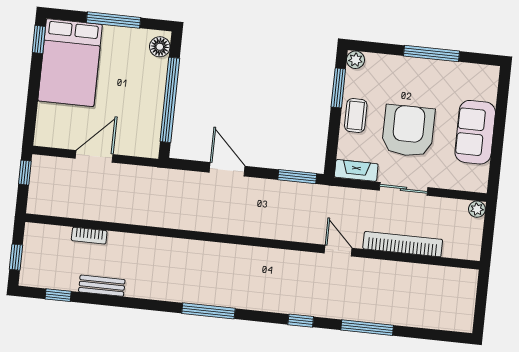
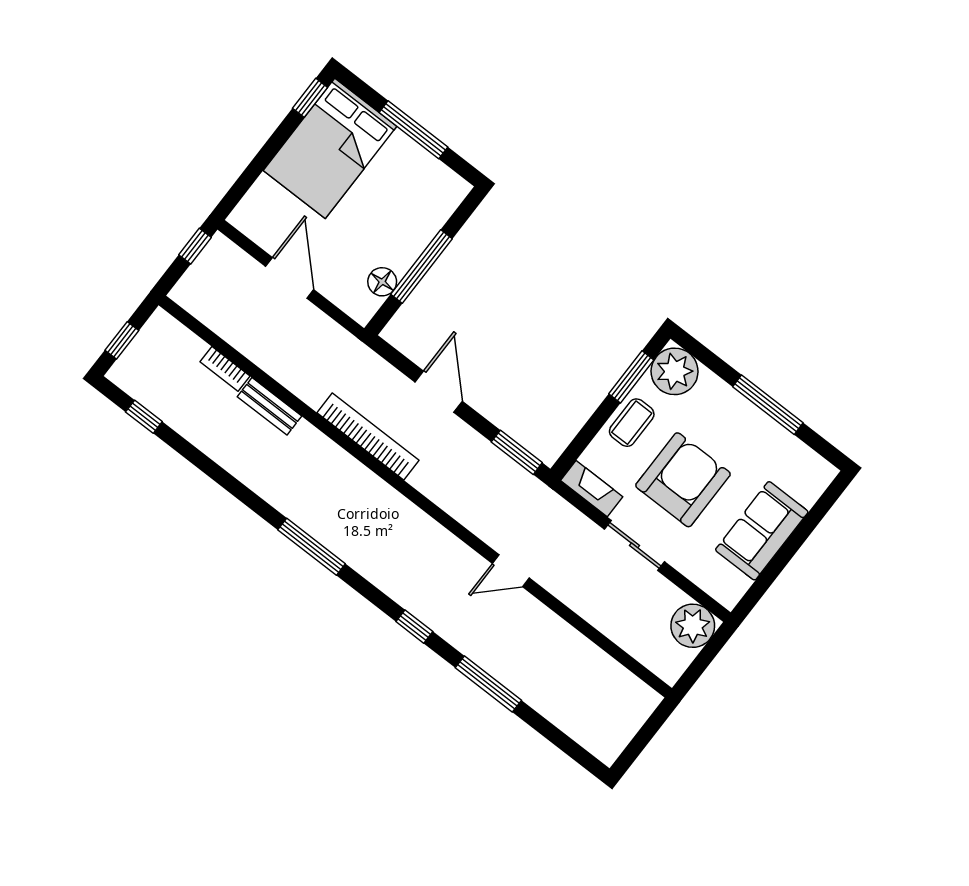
floor lamp: (160, 47) -> (382, 282), moved
plant: (356, 60) -> (675, 371), width x1.88, depth x1.88
window: (170, 100) -> (421, 267), width x0.68
door: (94, 156) -> (290, 278), hinge flipped
plant: (477, 209) -> (693, 626), width x1.88, depth x1.88
bookcase: (403, 244) -> (368, 437), moved
door: (338, 251) -> (511, 571), swing flipped
bench: (102, 286) -> (269, 406), moved

